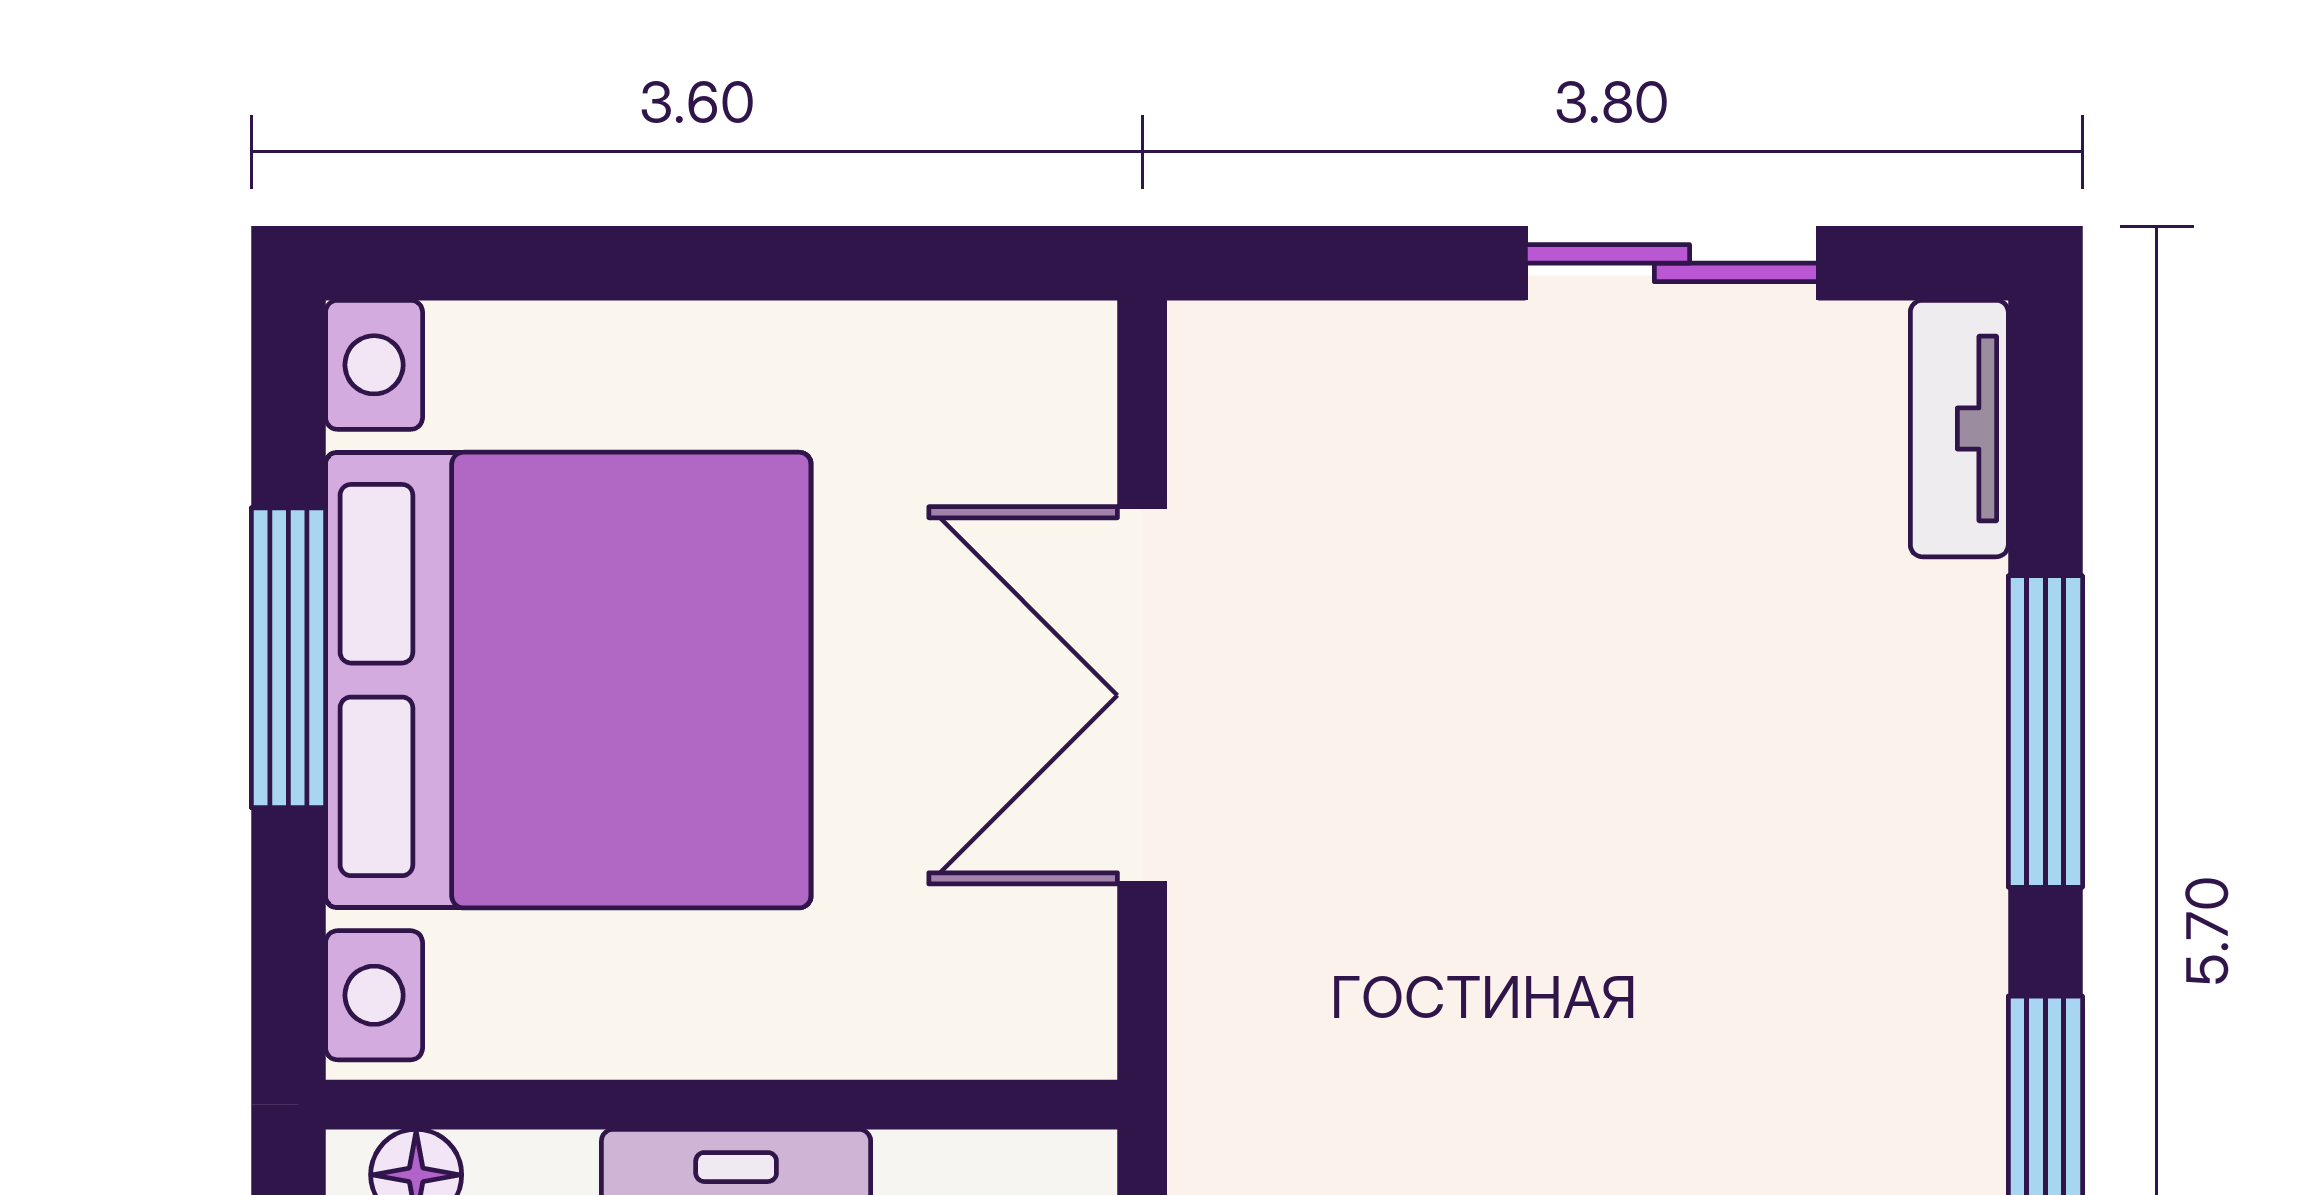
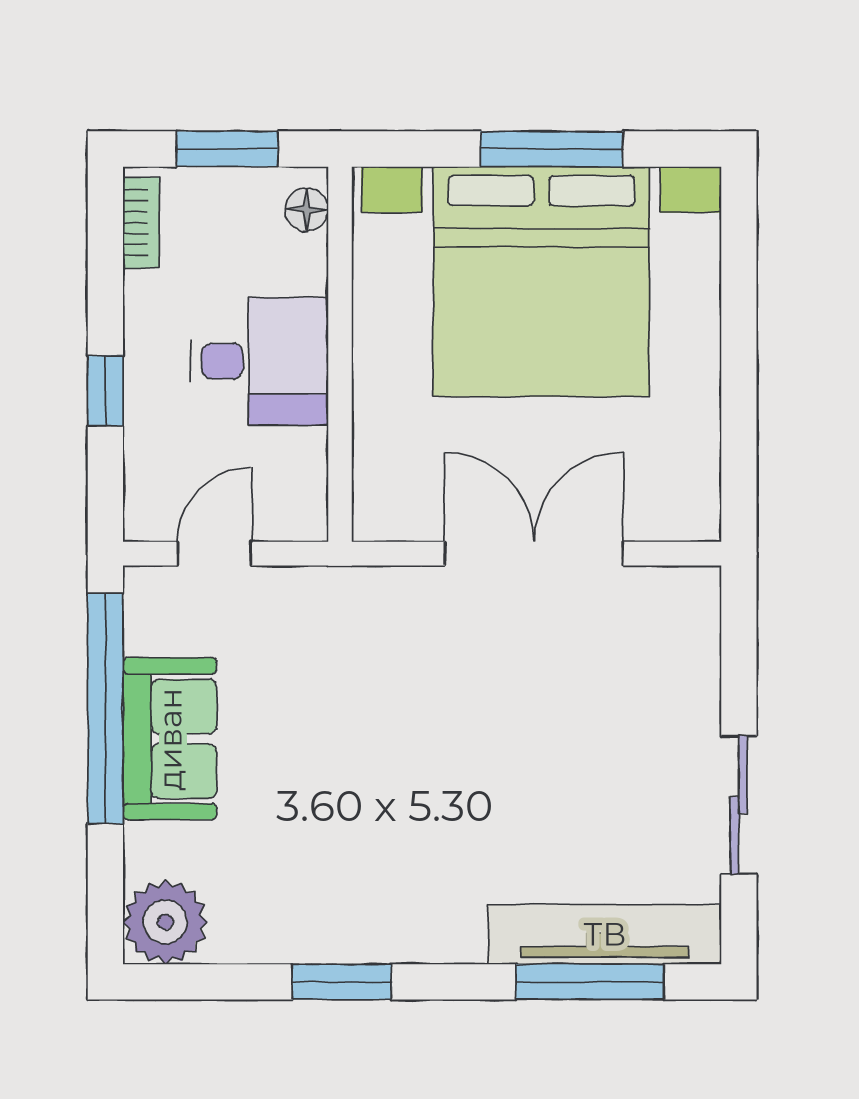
tv unit: (1959, 429) -> (605, 934), width x1.92, depth x1.29
window: (2045, 732) -> (590, 982), moved

